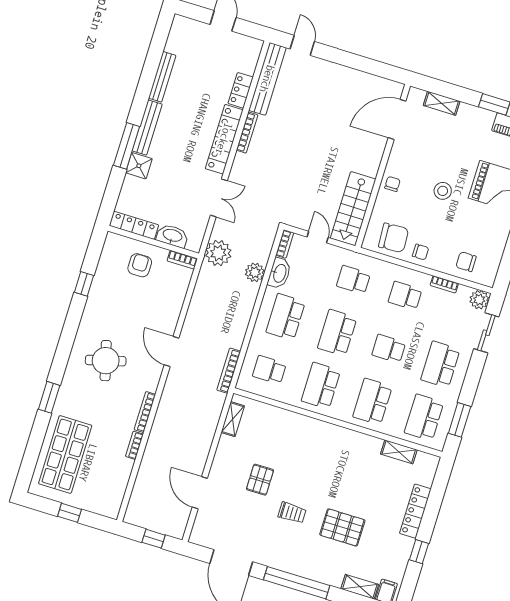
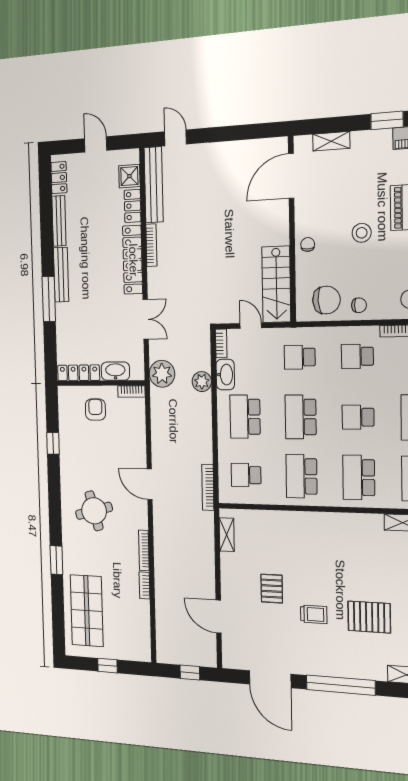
locker: (176, 37) -> (59, 178), added
shower: (139, 166) -> (129, 176), moved

